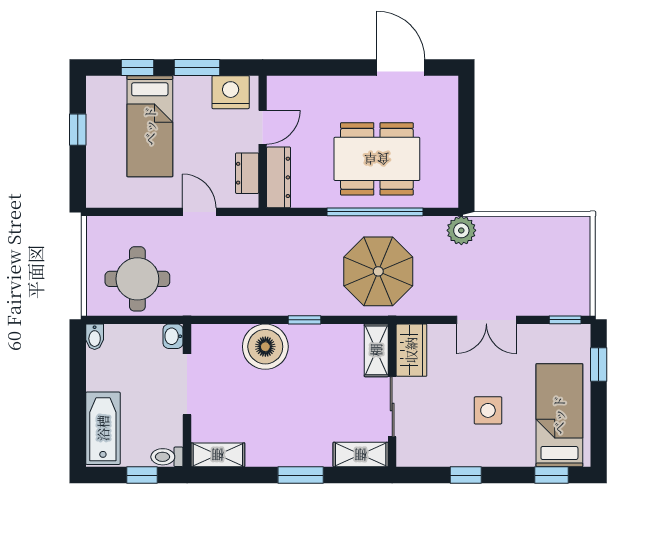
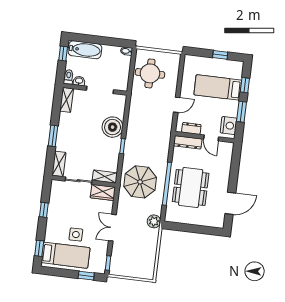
washbasin: (173, 336) -> (79, 81), moved
side table: (488, 410) -> (76, 235), moved
window: (142, 475) -> (63, 54), moved

